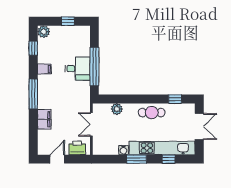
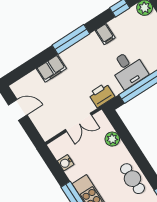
double door: (91, 124) -> (78, 122), swing flipped
printer: (77, 148) -> (101, 95), moved, turned -90
water cooler: (123, 150) -> (66, 163), moved

